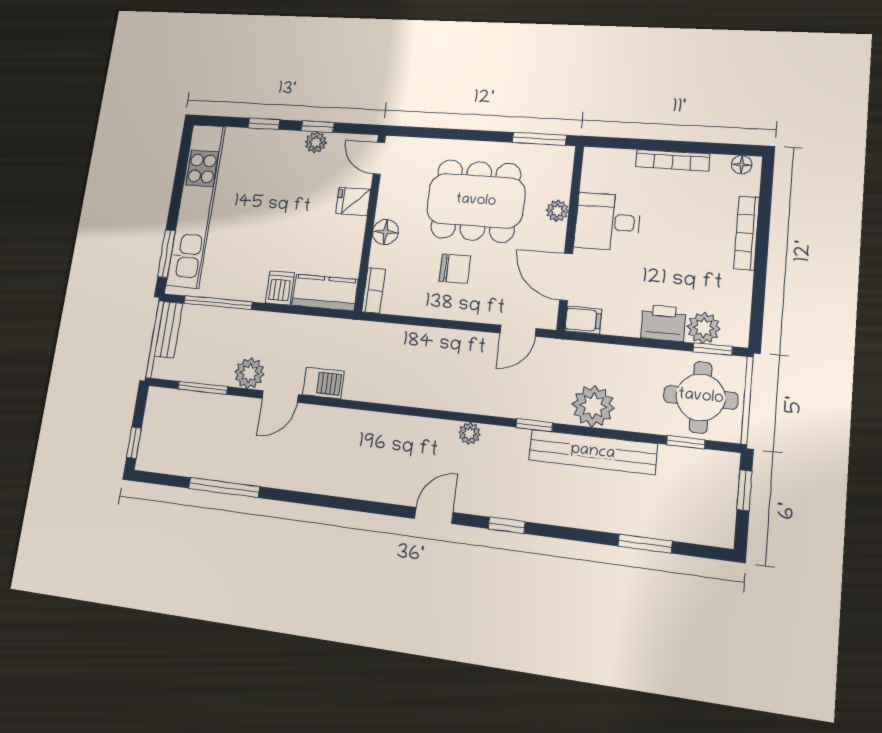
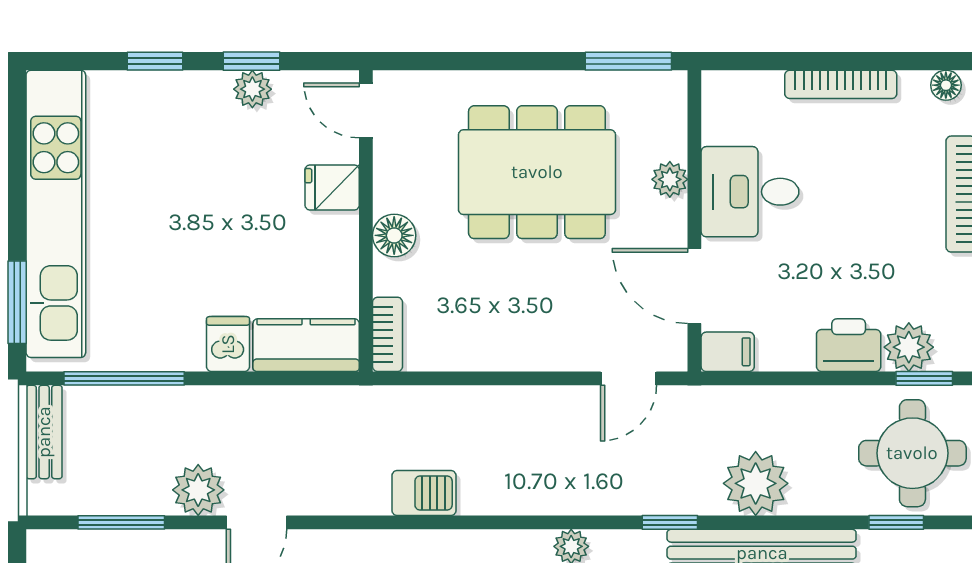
chair: (455, 269) -> (516, 287), removed
barbecue: (323, 383) -> (424, 493), moved

